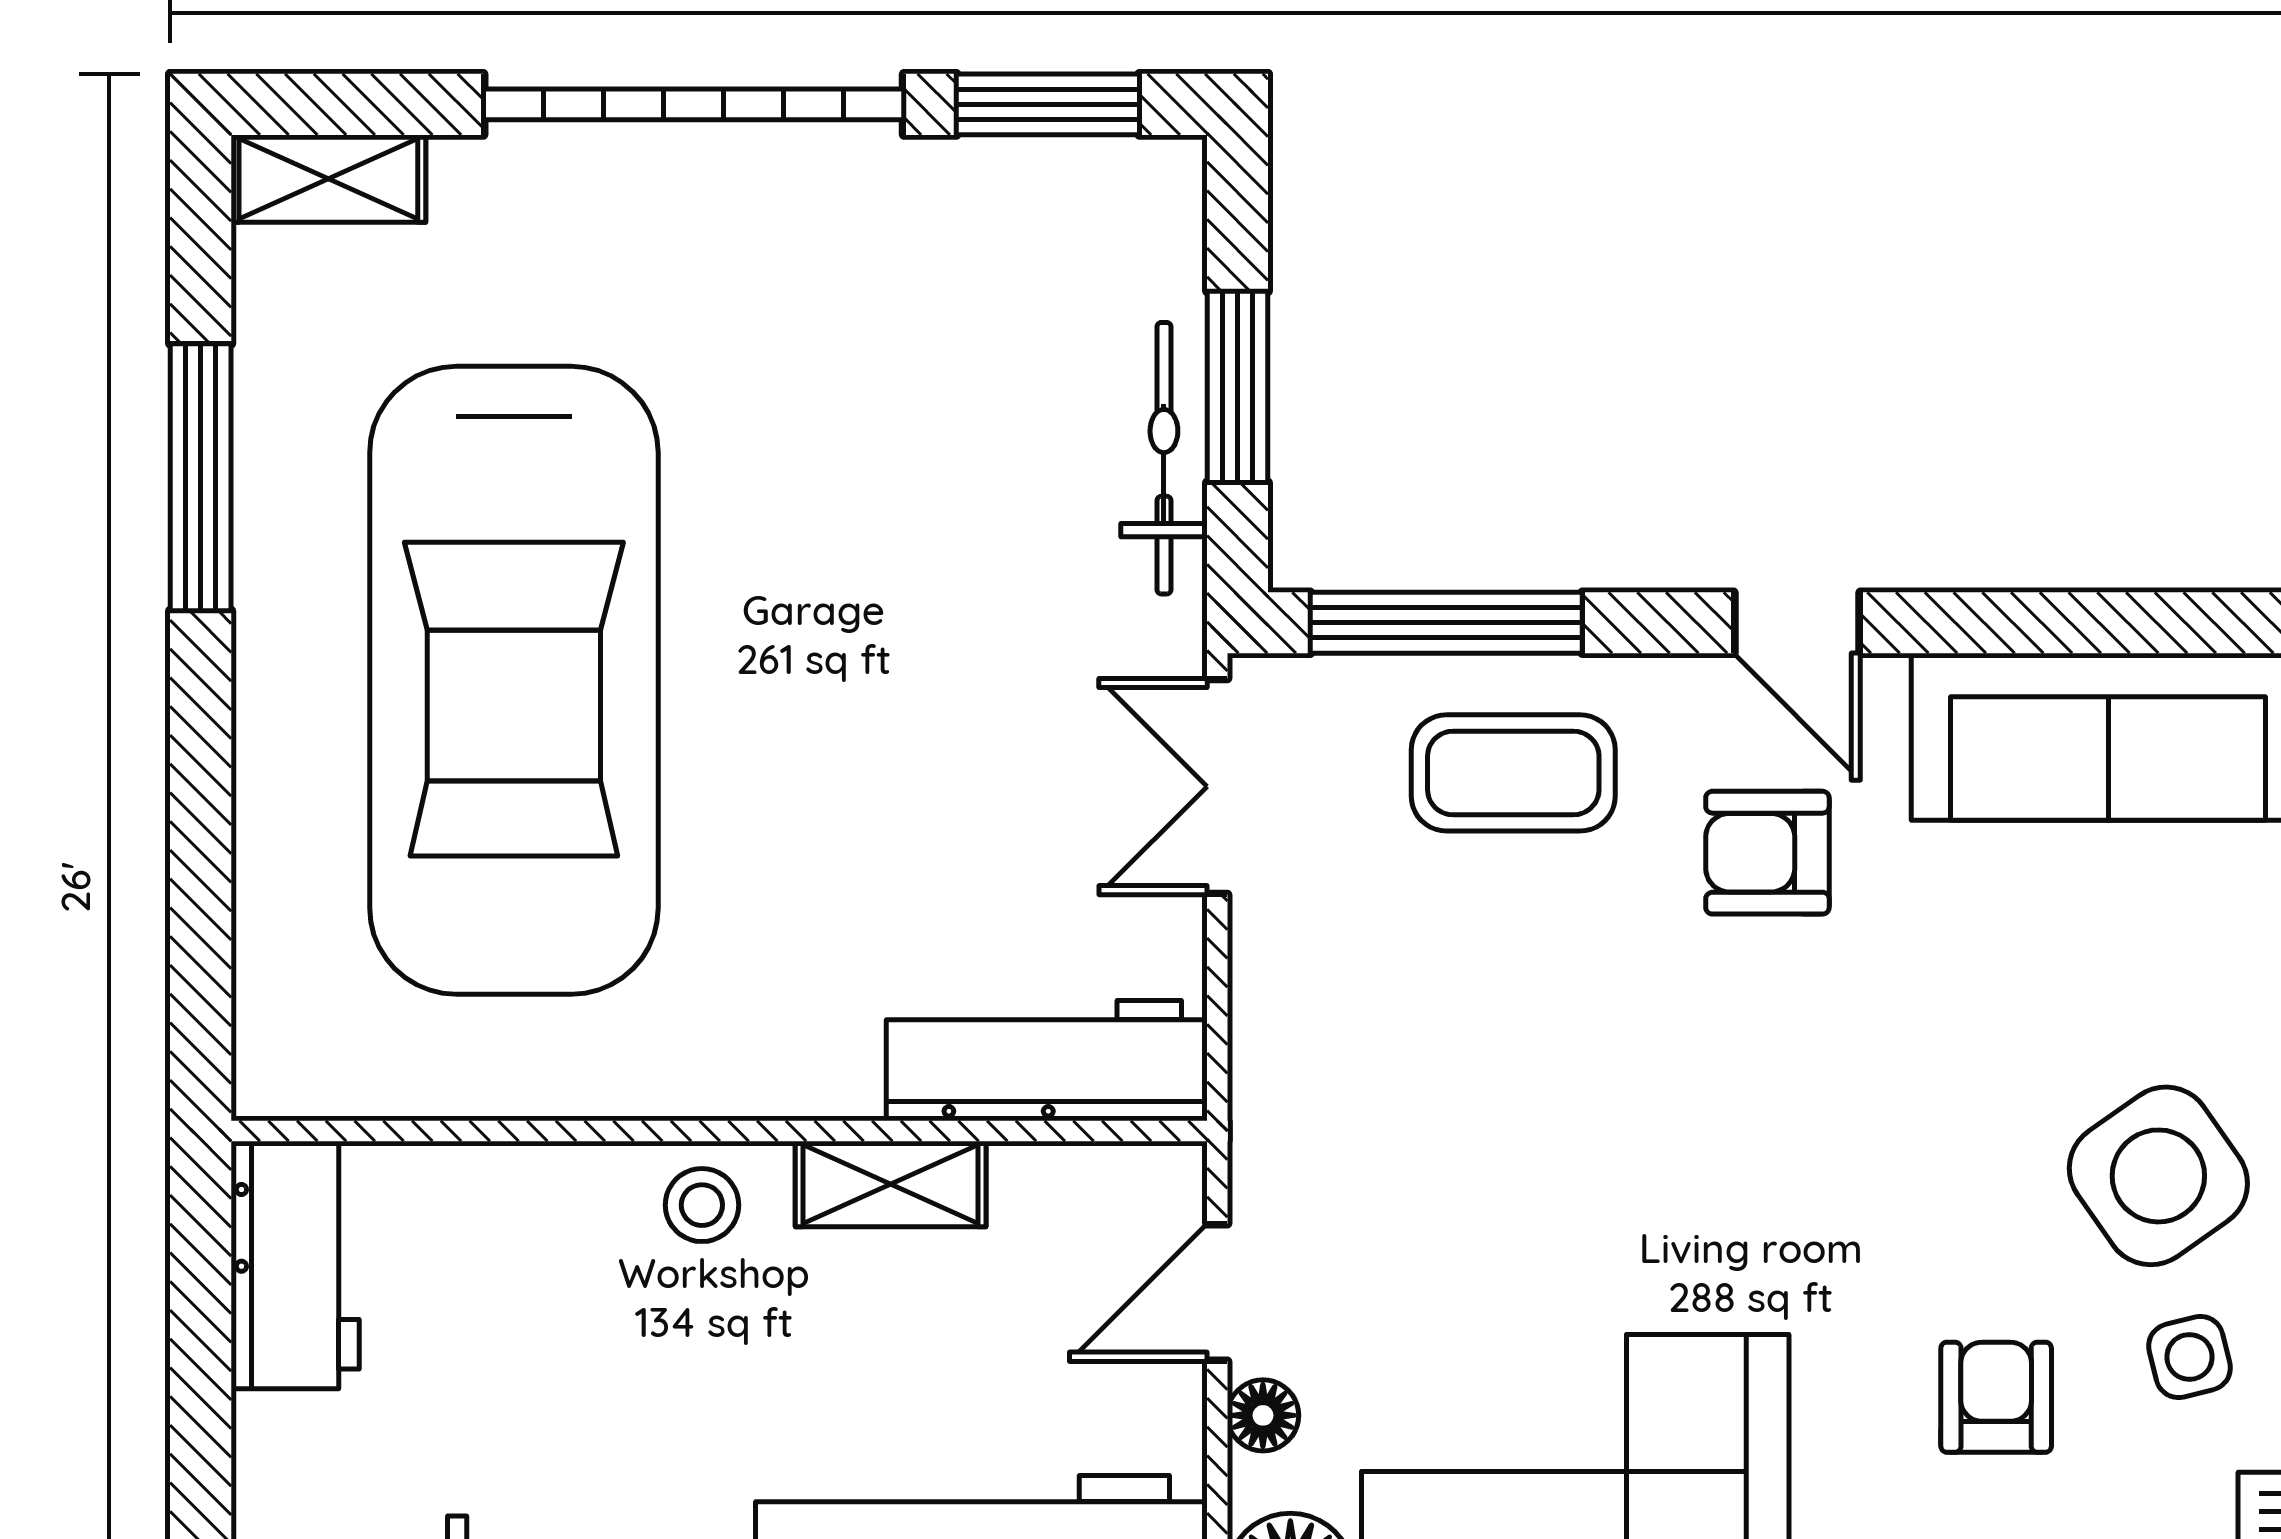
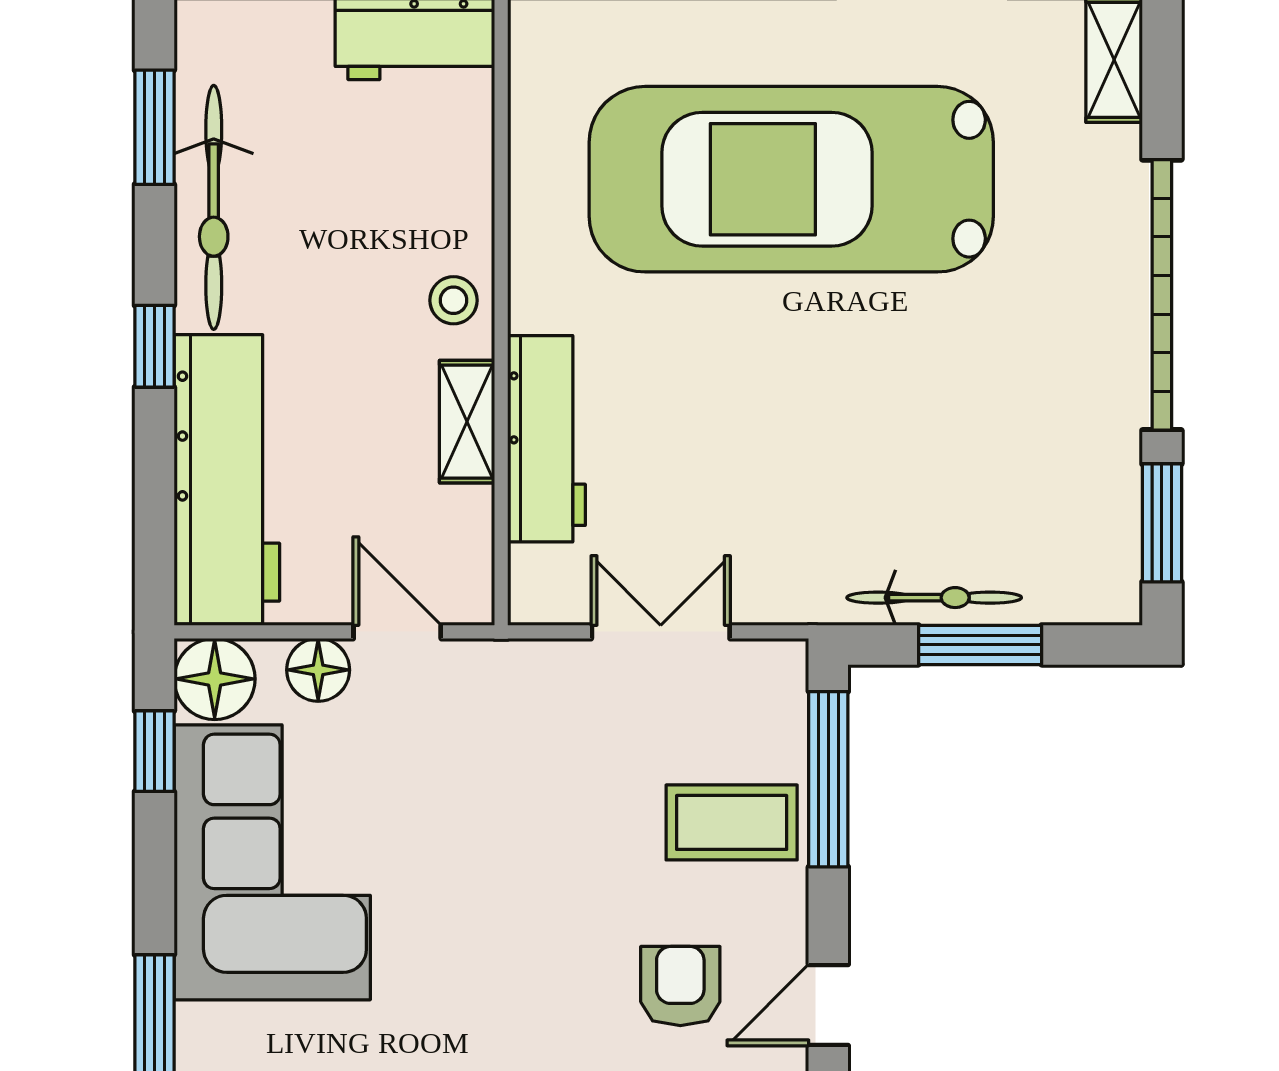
coffee table: (1513, 773) -> (732, 822), turned 90
double door: (1217, 787) -> (661, 632), moved
workbench: (1047, 1061) -> (546, 439), moved
floor lamp: (1263, 1415) -> (318, 670), width x1.37, depth x1.37

